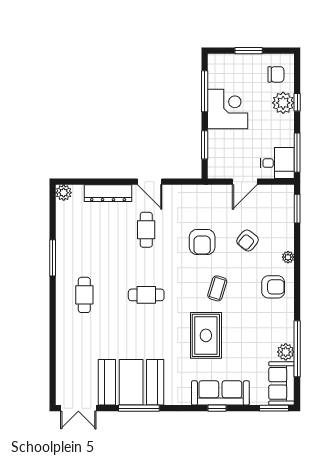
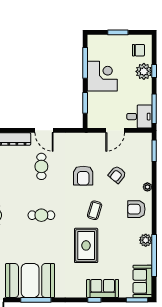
armchair: (273, 287) -> (136, 209), turned 180
plant: (286, 352) -> (146, 240), moved
sofa: (220, 393) -> (103, 288), width x0.73

